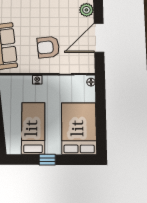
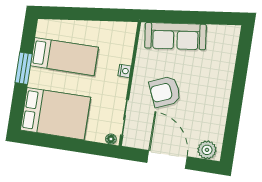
armchair: (48, 47) -> (165, 92), turned -107
window: (47, 160) -> (24, 68), width x1.50

